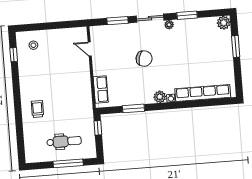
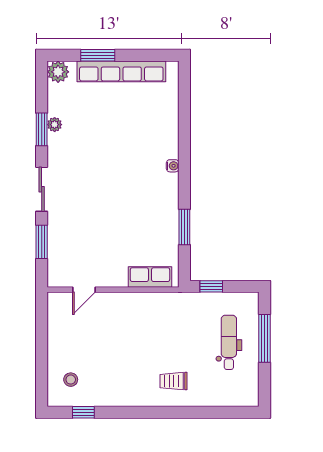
plant: (169, 25) -> (55, 125), moved
chair: (144, 59) -> (106, 204), removed
row of seats: (203, 93) -> (121, 71), moved, turned -90
plant: (160, 97) -> (169, 183), removed

